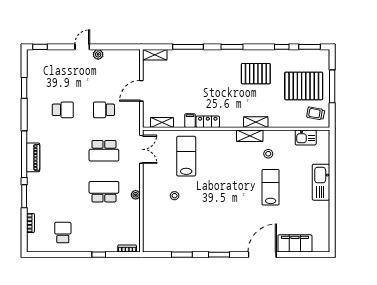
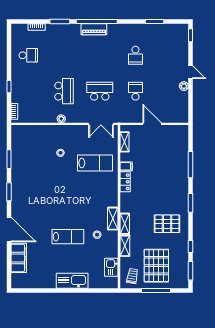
shelving: (155, 55) -> (125, 246), moved
pallet: (256, 74) -> (167, 224), turned 90
school desk: (104, 151) -> (100, 91), turned 90

